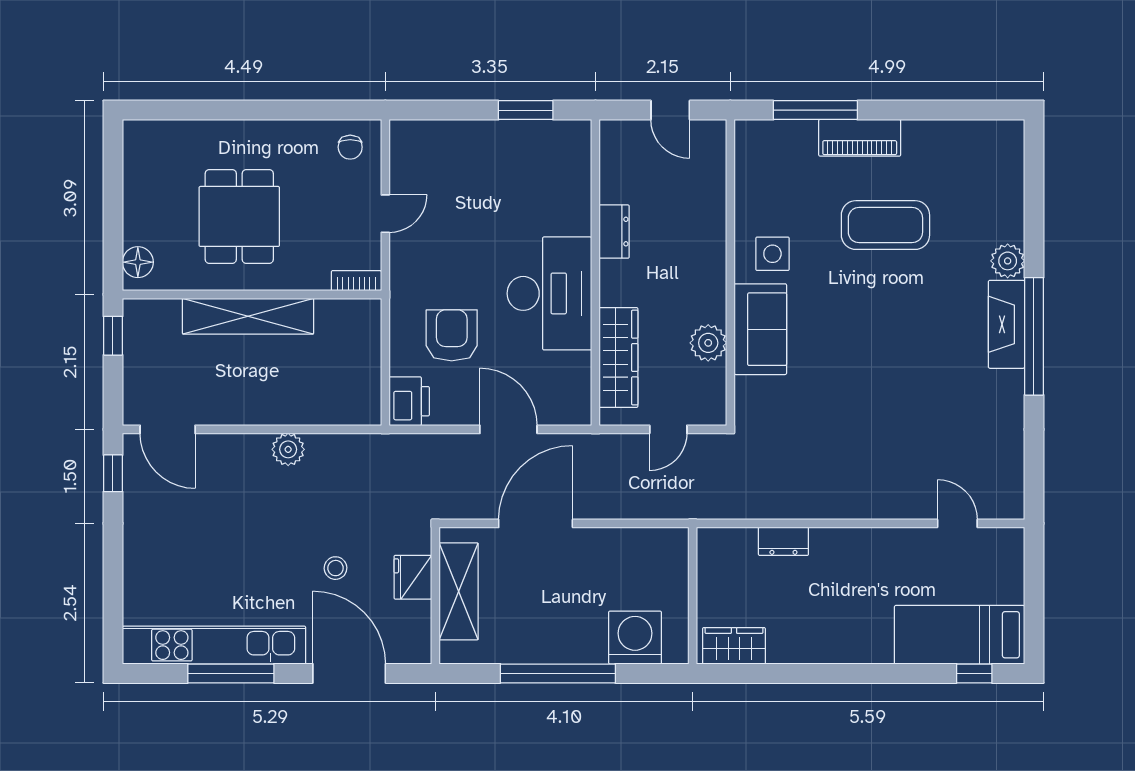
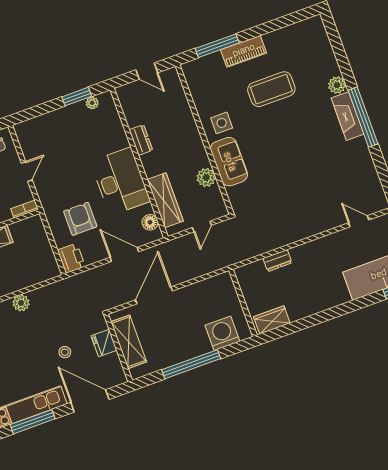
plant: (550, 132) -> (92, 103), added
floor lamp: (576, 388) -> (150, 222), added

